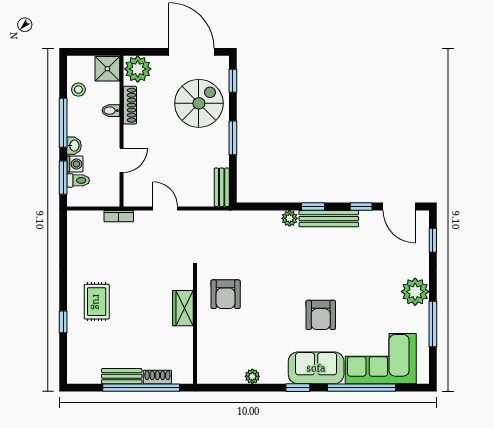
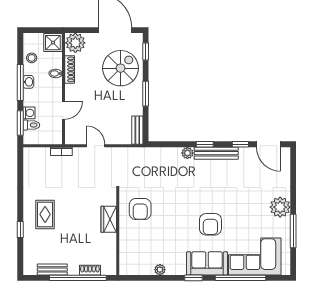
washbasin: (74, 146) -> (28, 82), moved
window: (433, 240) -> (293, 169), removed
bench: (122, 376) -> (52, 269), moved

